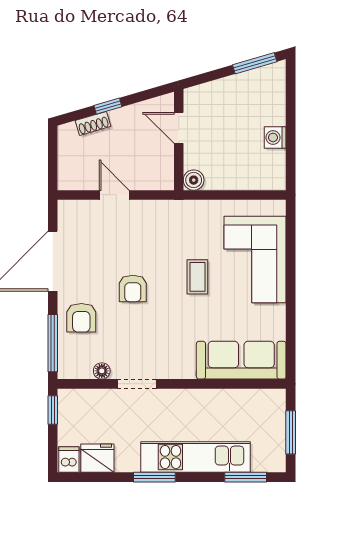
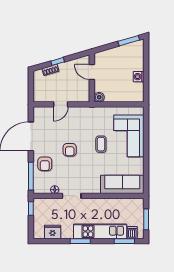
door: (114, 195) -> (61, 104), swing flipped
dishwasher: (69, 460) -> (132, 233), moved

